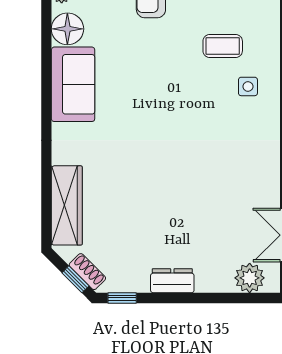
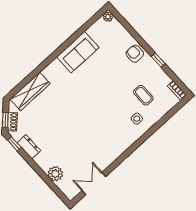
floor lamp: (67, 29) -> (97, 31), removed
plant: (250, 278) -> (55, 174), moved
dresser: (172, 281) -> (29, 147), moved

